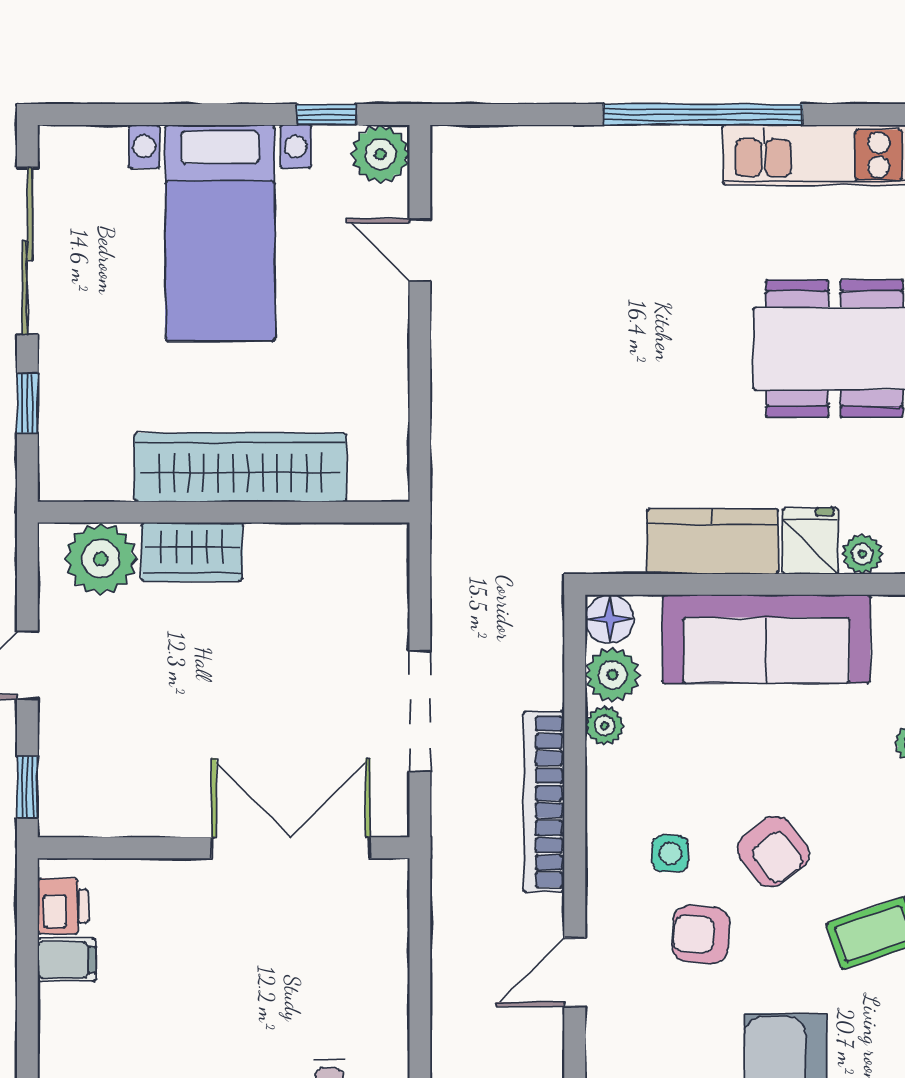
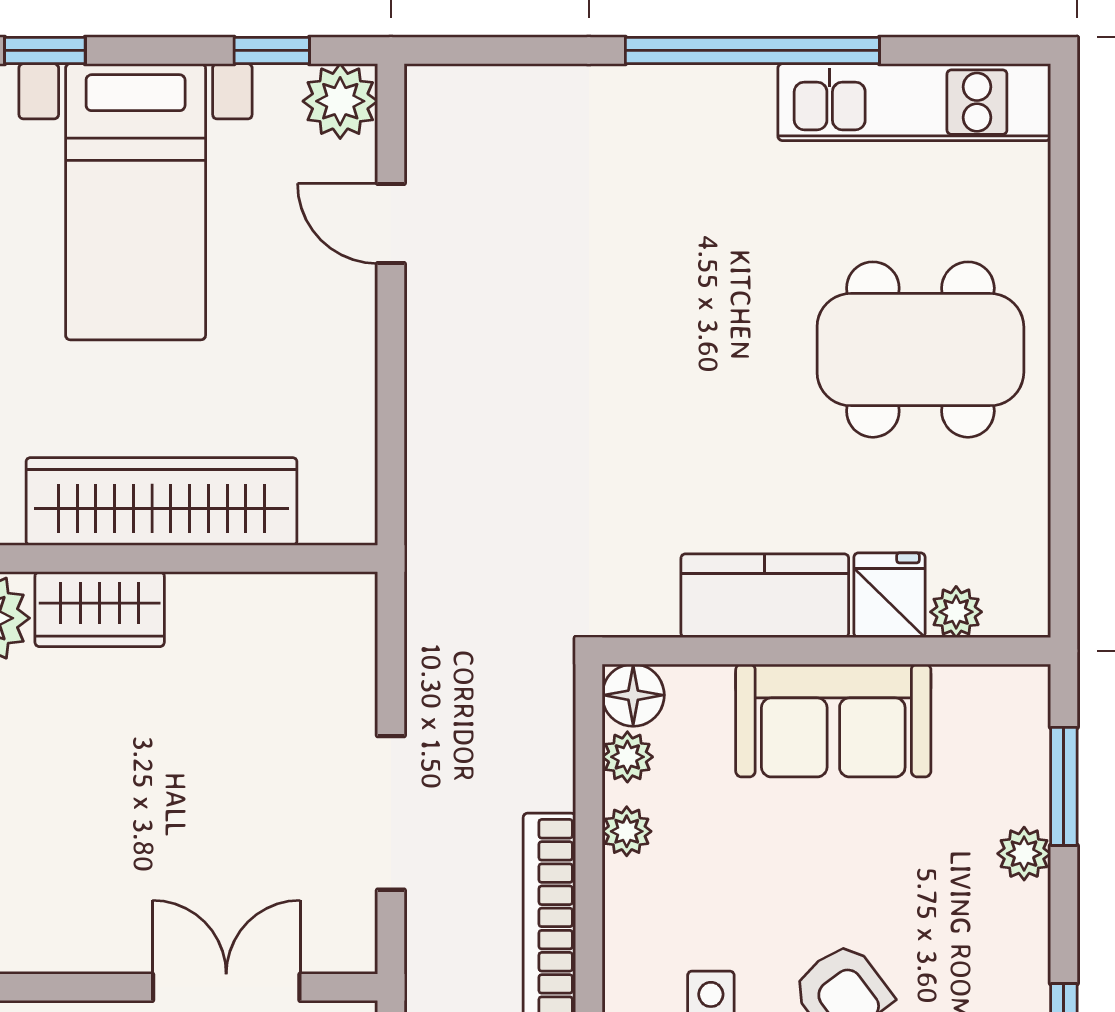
window: (149, 114) -> (45, 50), added
sofa: (766, 639) -> (833, 720), width x0.73
plant: (612, 675) -> (627, 757), width x0.73, depth x0.73
double door: (291, 848) -> (226, 987), width x0.73

